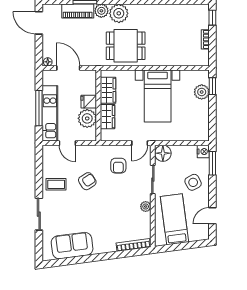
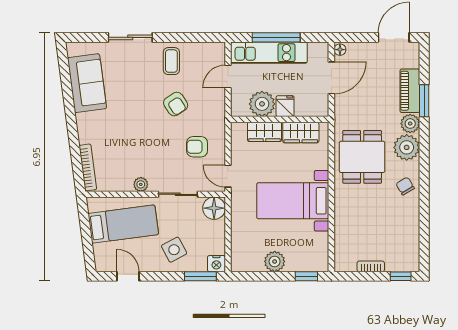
chair: (147, 14) -> (405, 186), added
plant: (202, 92) -> (275, 261), moved

